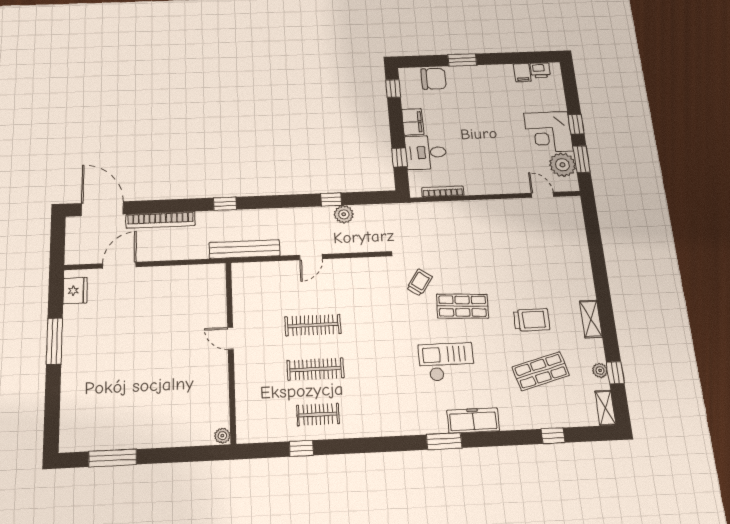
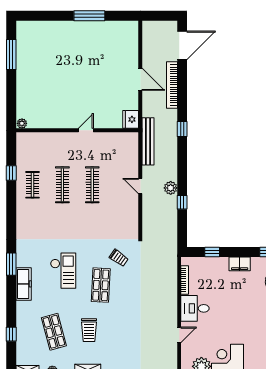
desk: (426, 152) -> (195, 308), moved, turned -90
door: (543, 195) -> (179, 335), moved
plant: (344, 214) -> (171, 188), moved
door: (119, 265) -> (140, 79), moved
fridge: (75, 291) -> (131, 119), moved, turned 90

